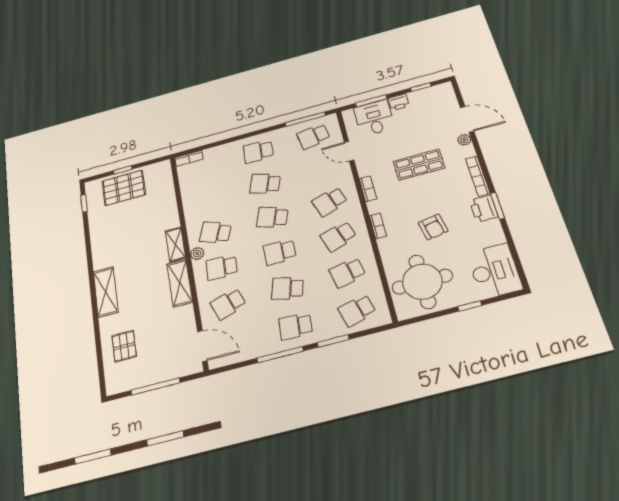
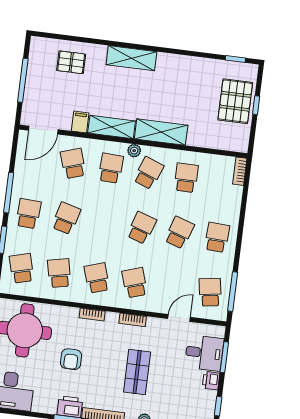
armchair: (433, 227) -> (71, 359), turned -79
shelving: (175, 244) -> (161, 132), width x1.50, depth x1.33
school desk: (280, 252) -> (186, 178), moved
filing cabinet: (183, 314) -> (80, 122), added

